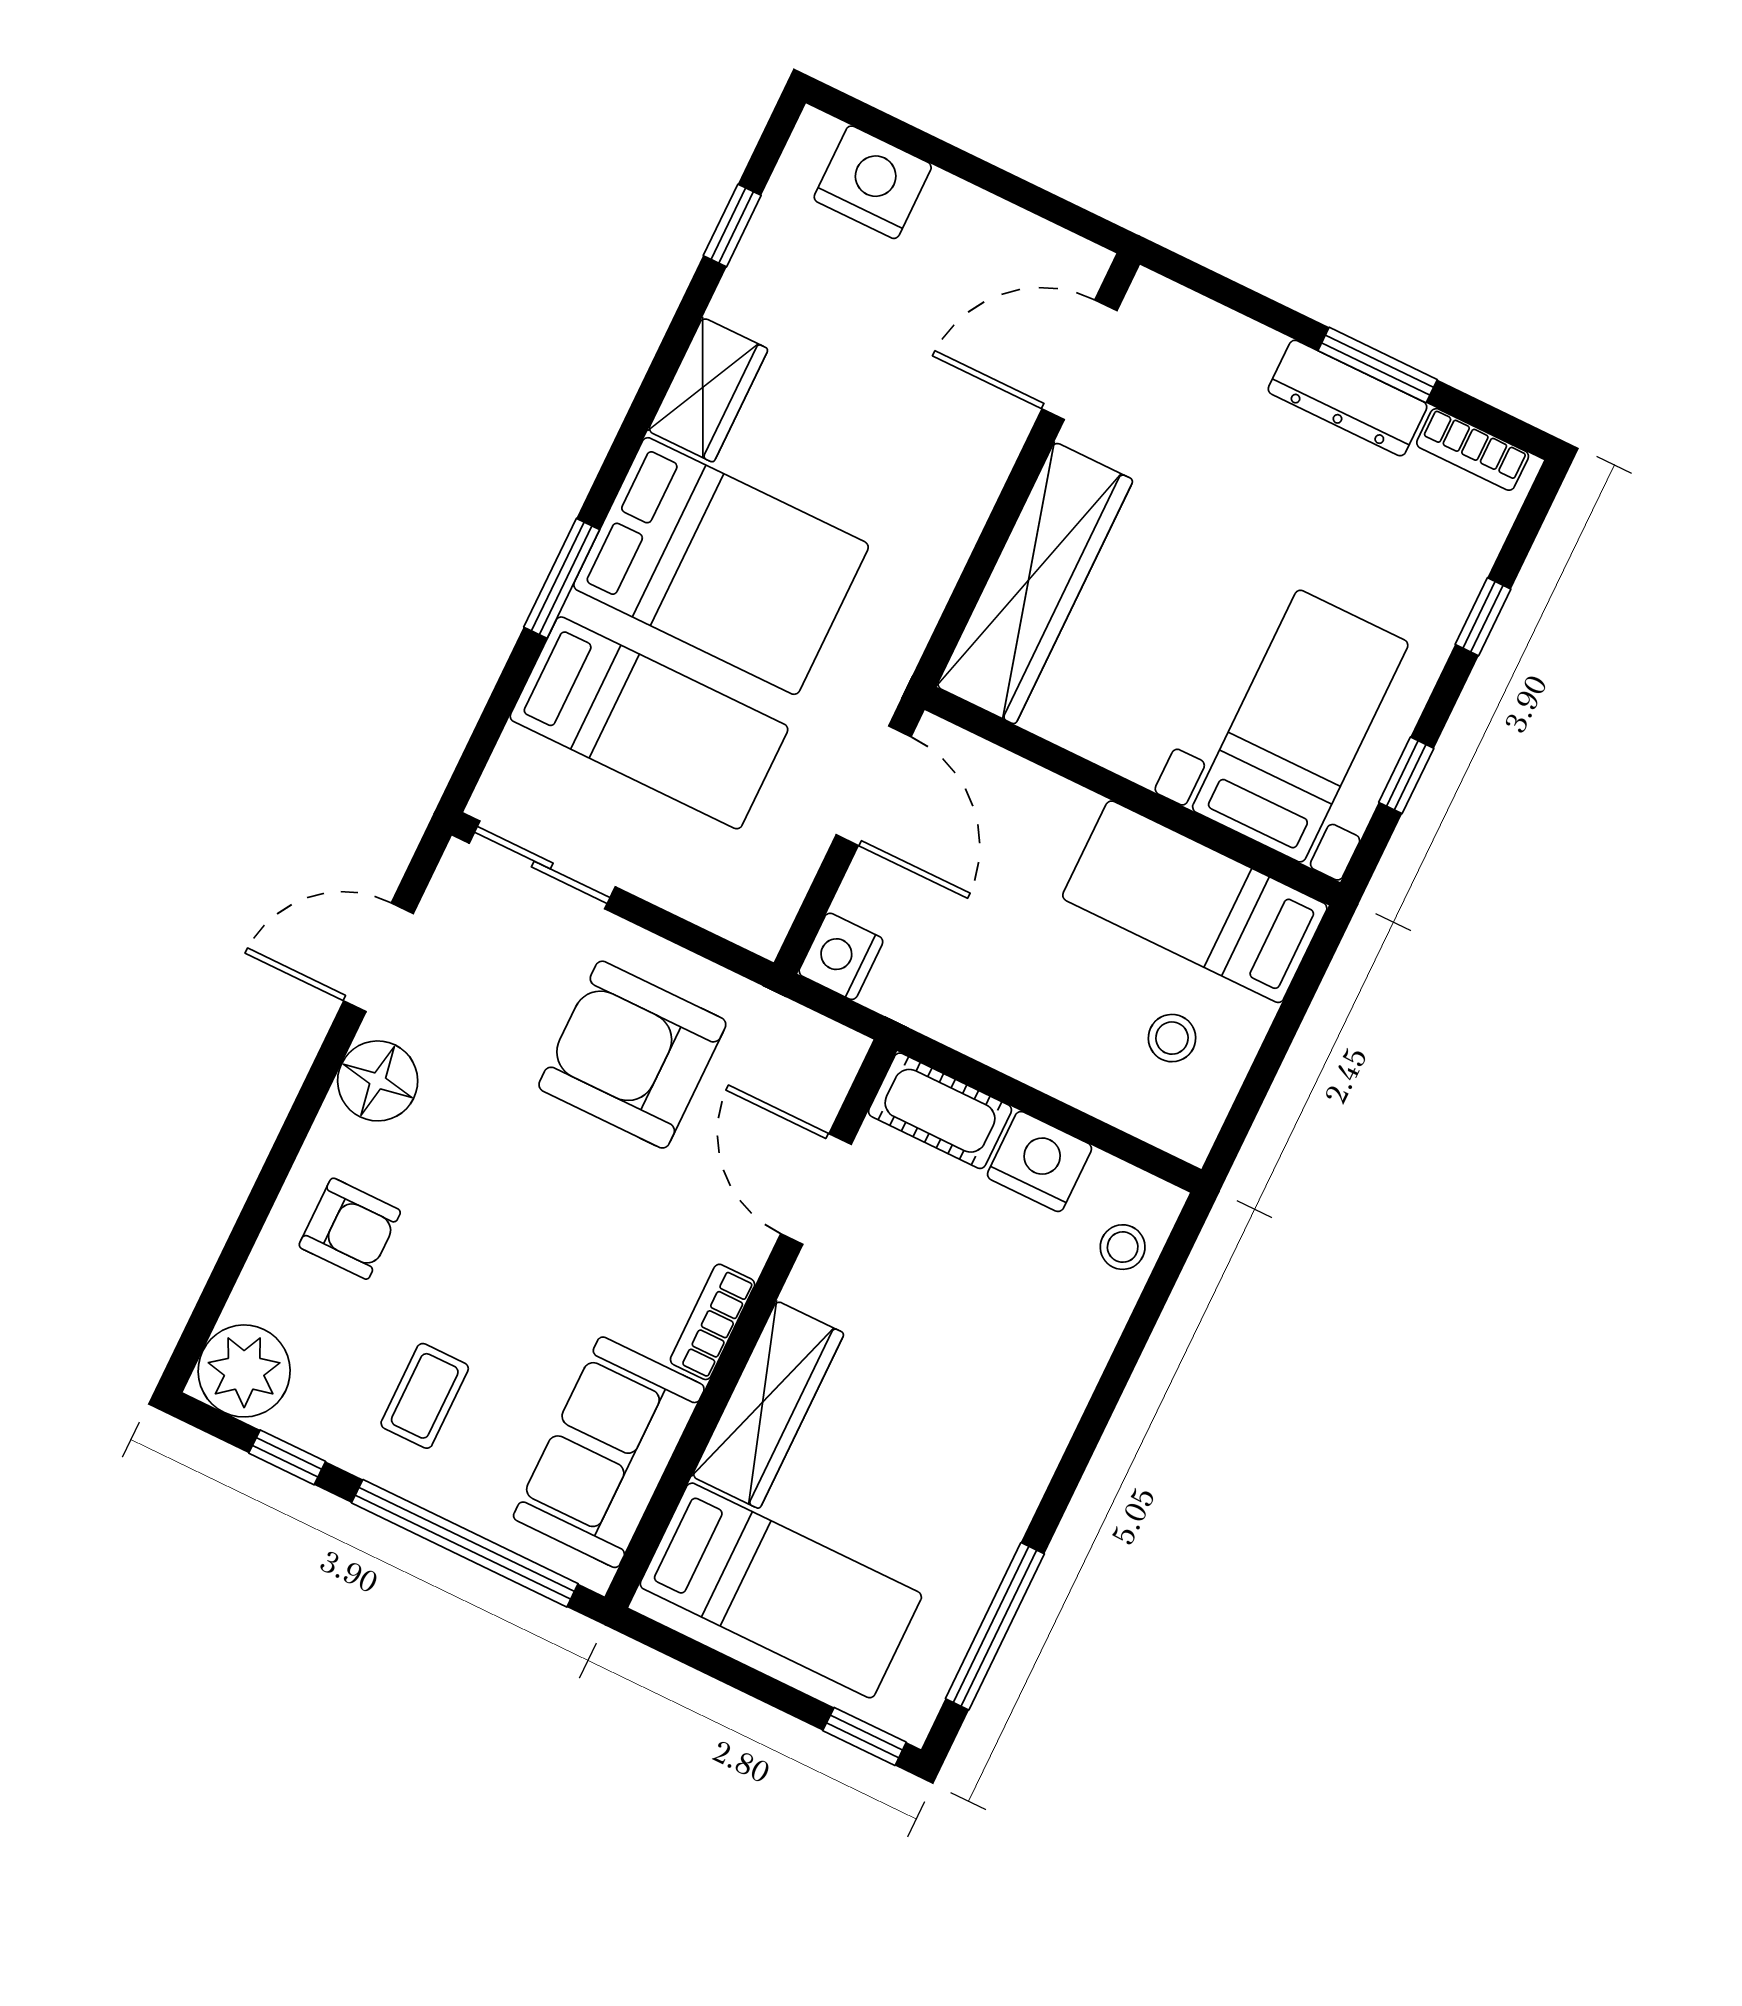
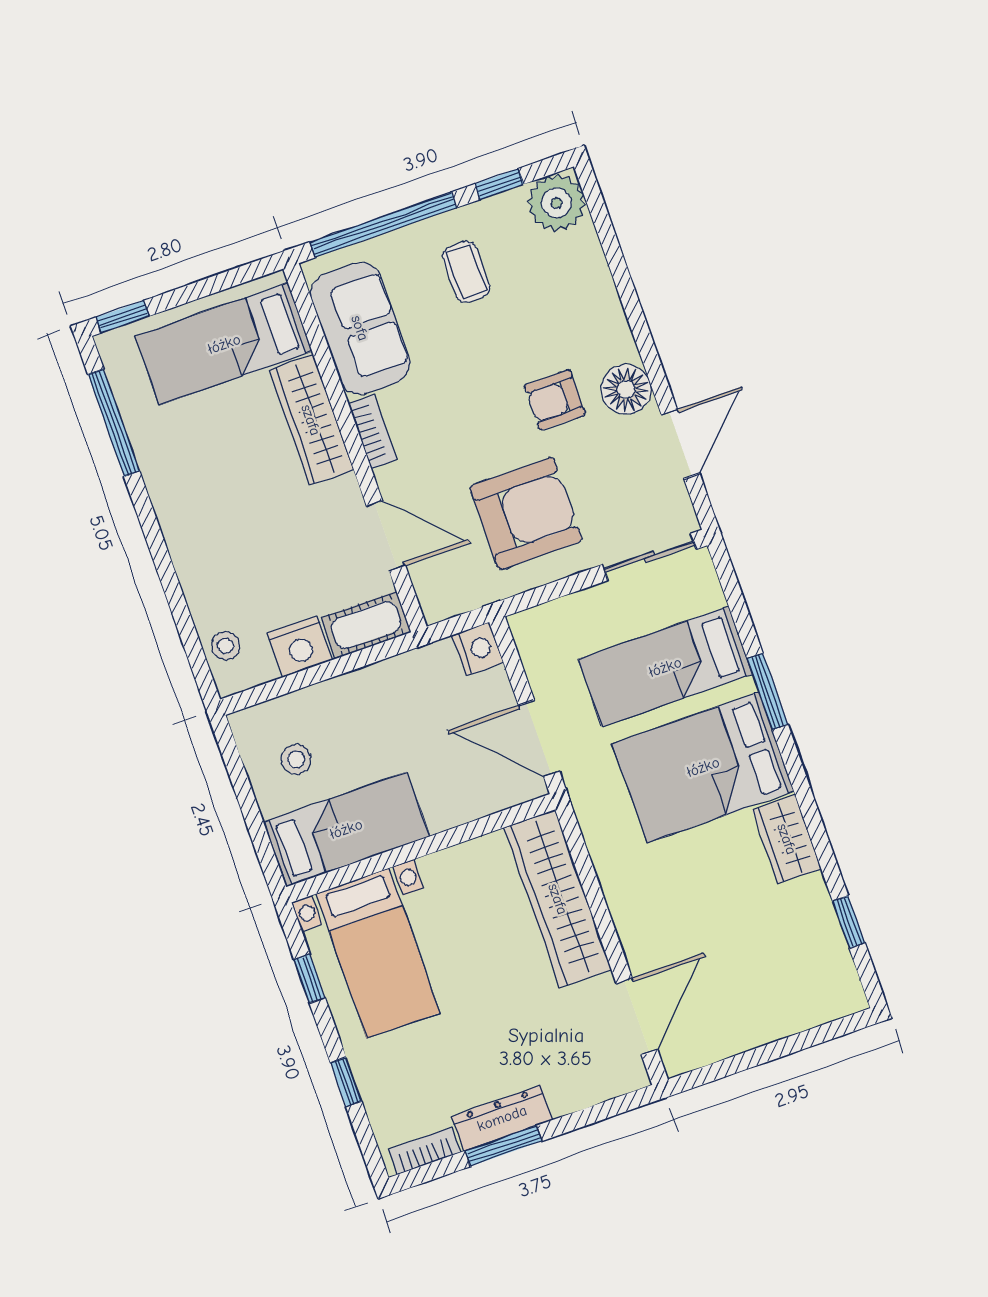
nightstand: (873, 182) -> (806, 1003), removed
armchair: (350, 1229) -> (555, 400), moved

